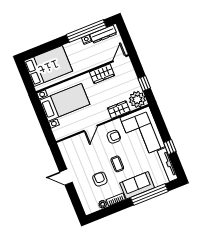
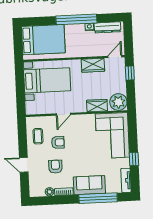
window: (86, 31) -> (76, 19), moved
window: (144, 83) -> (130, 73), moved
armchair: (114, 137) -> (58, 142), moved
coffee table: (117, 164) -> (38, 136), moved
tv unit: (168, 165) -> (126, 180), width x0.71
door: (66, 177) -> (24, 165), moved

